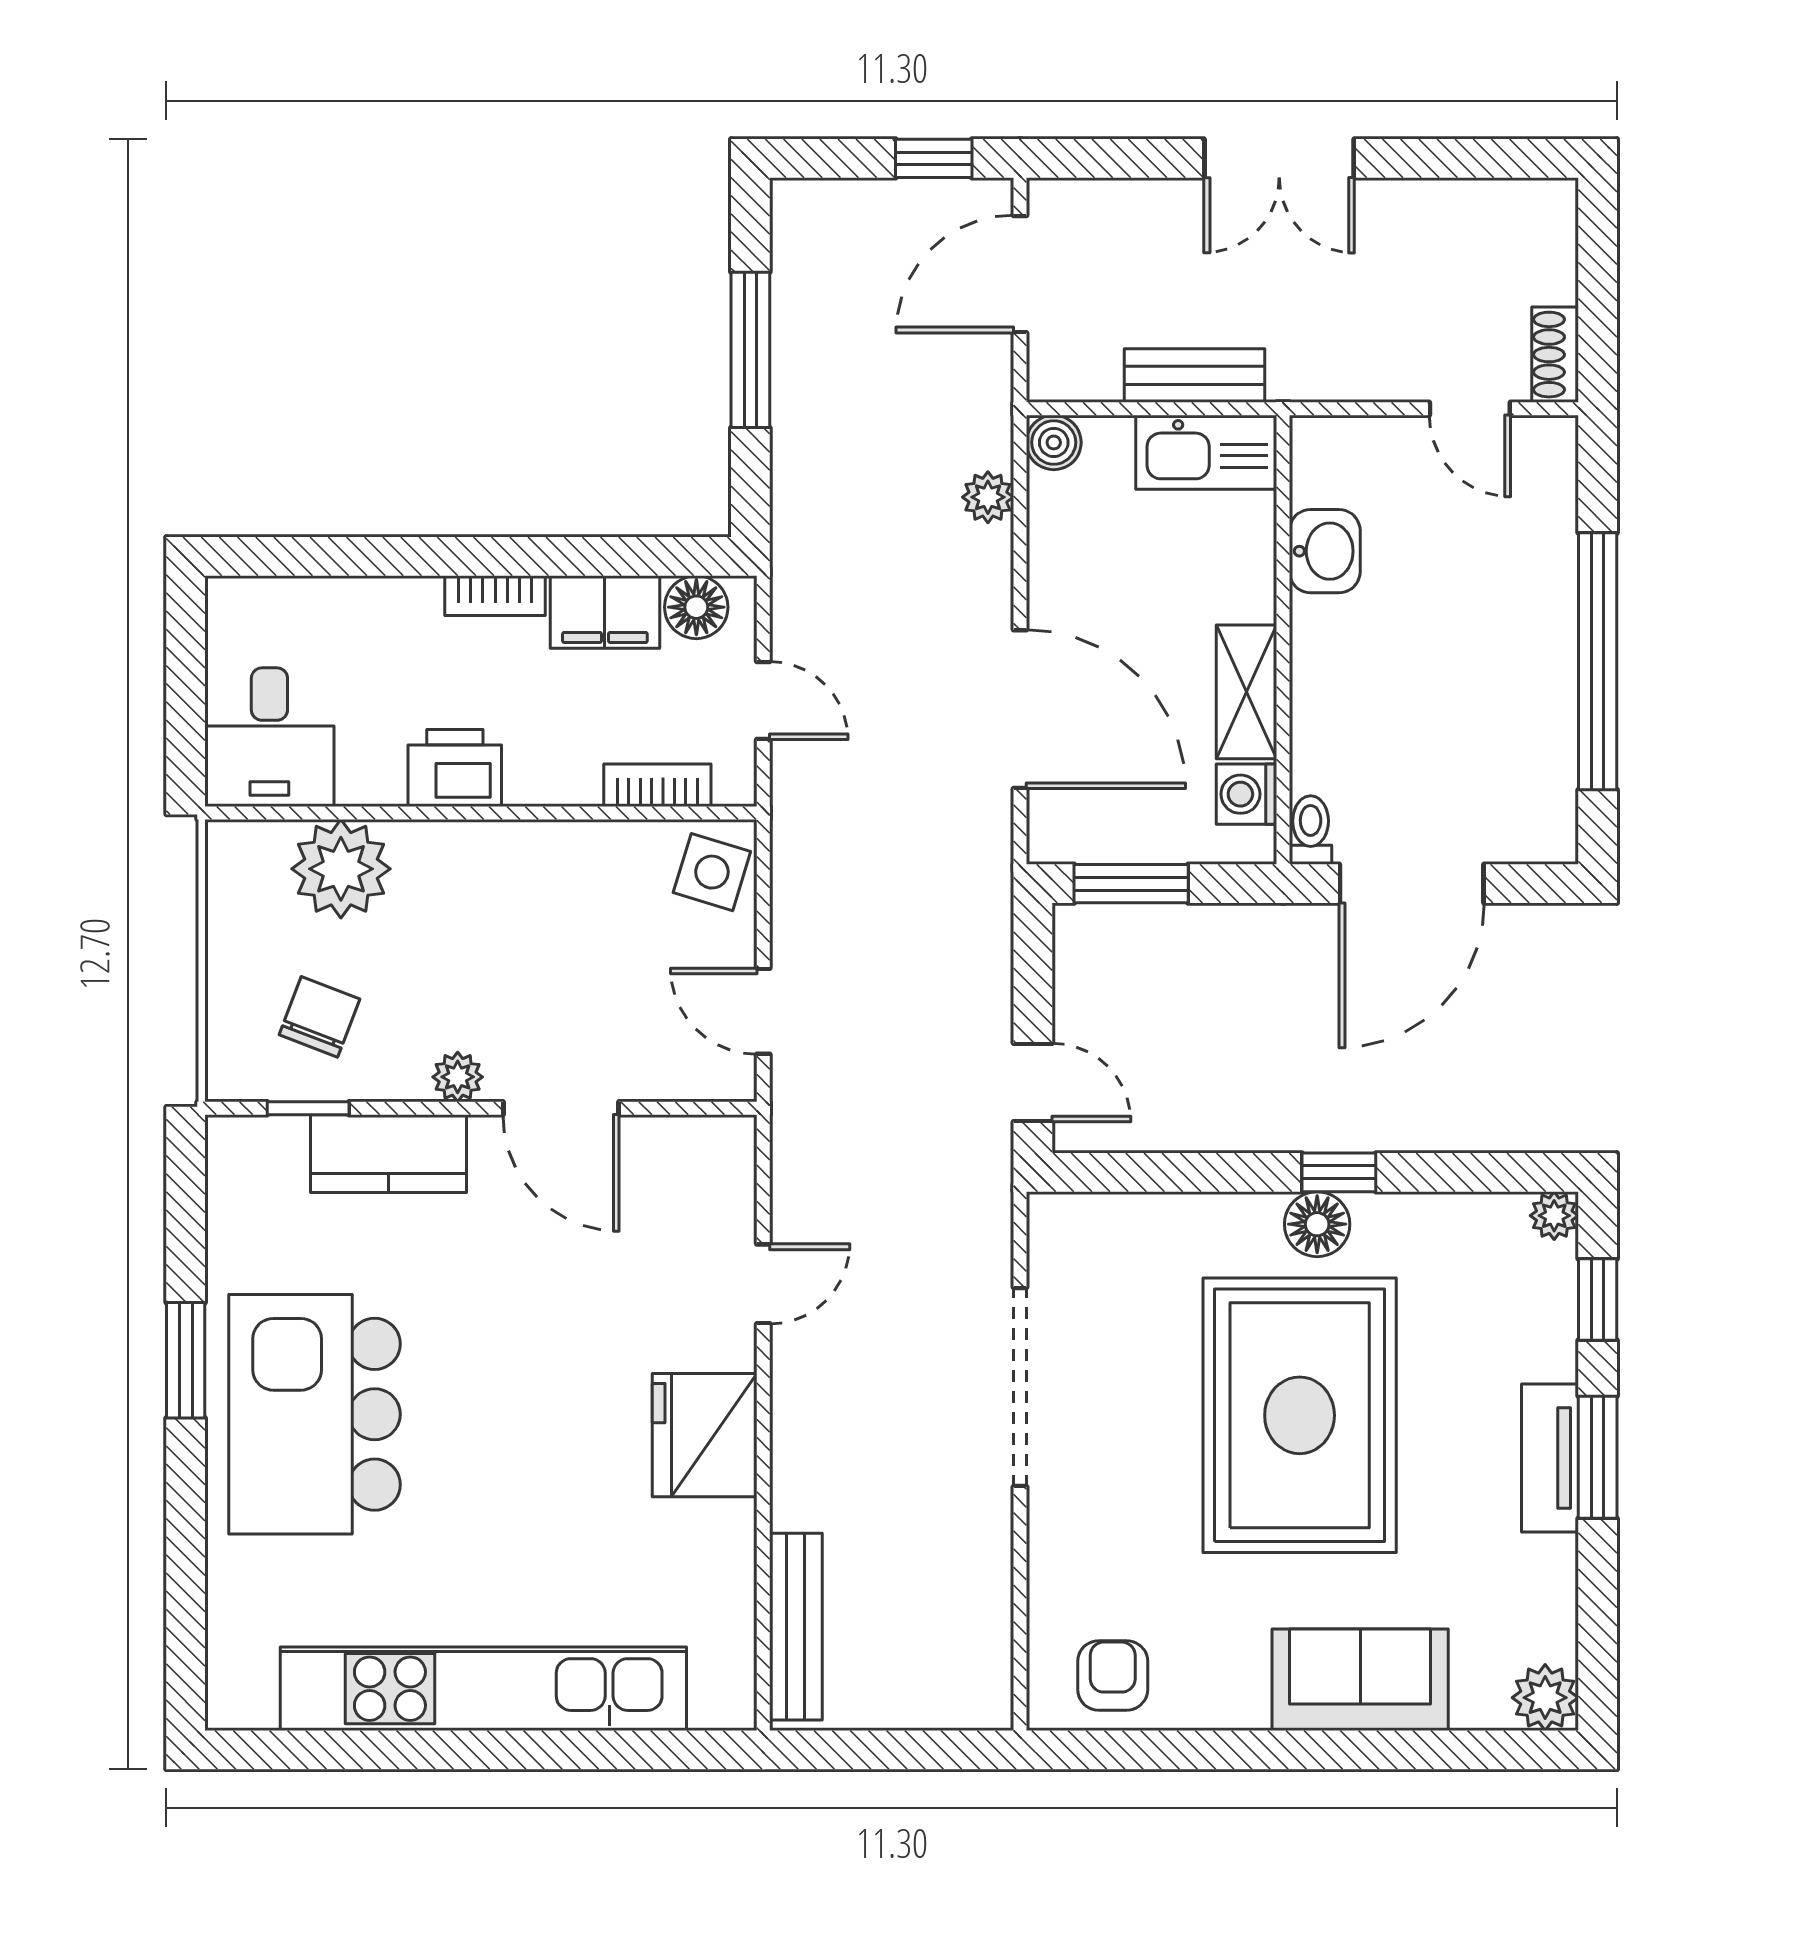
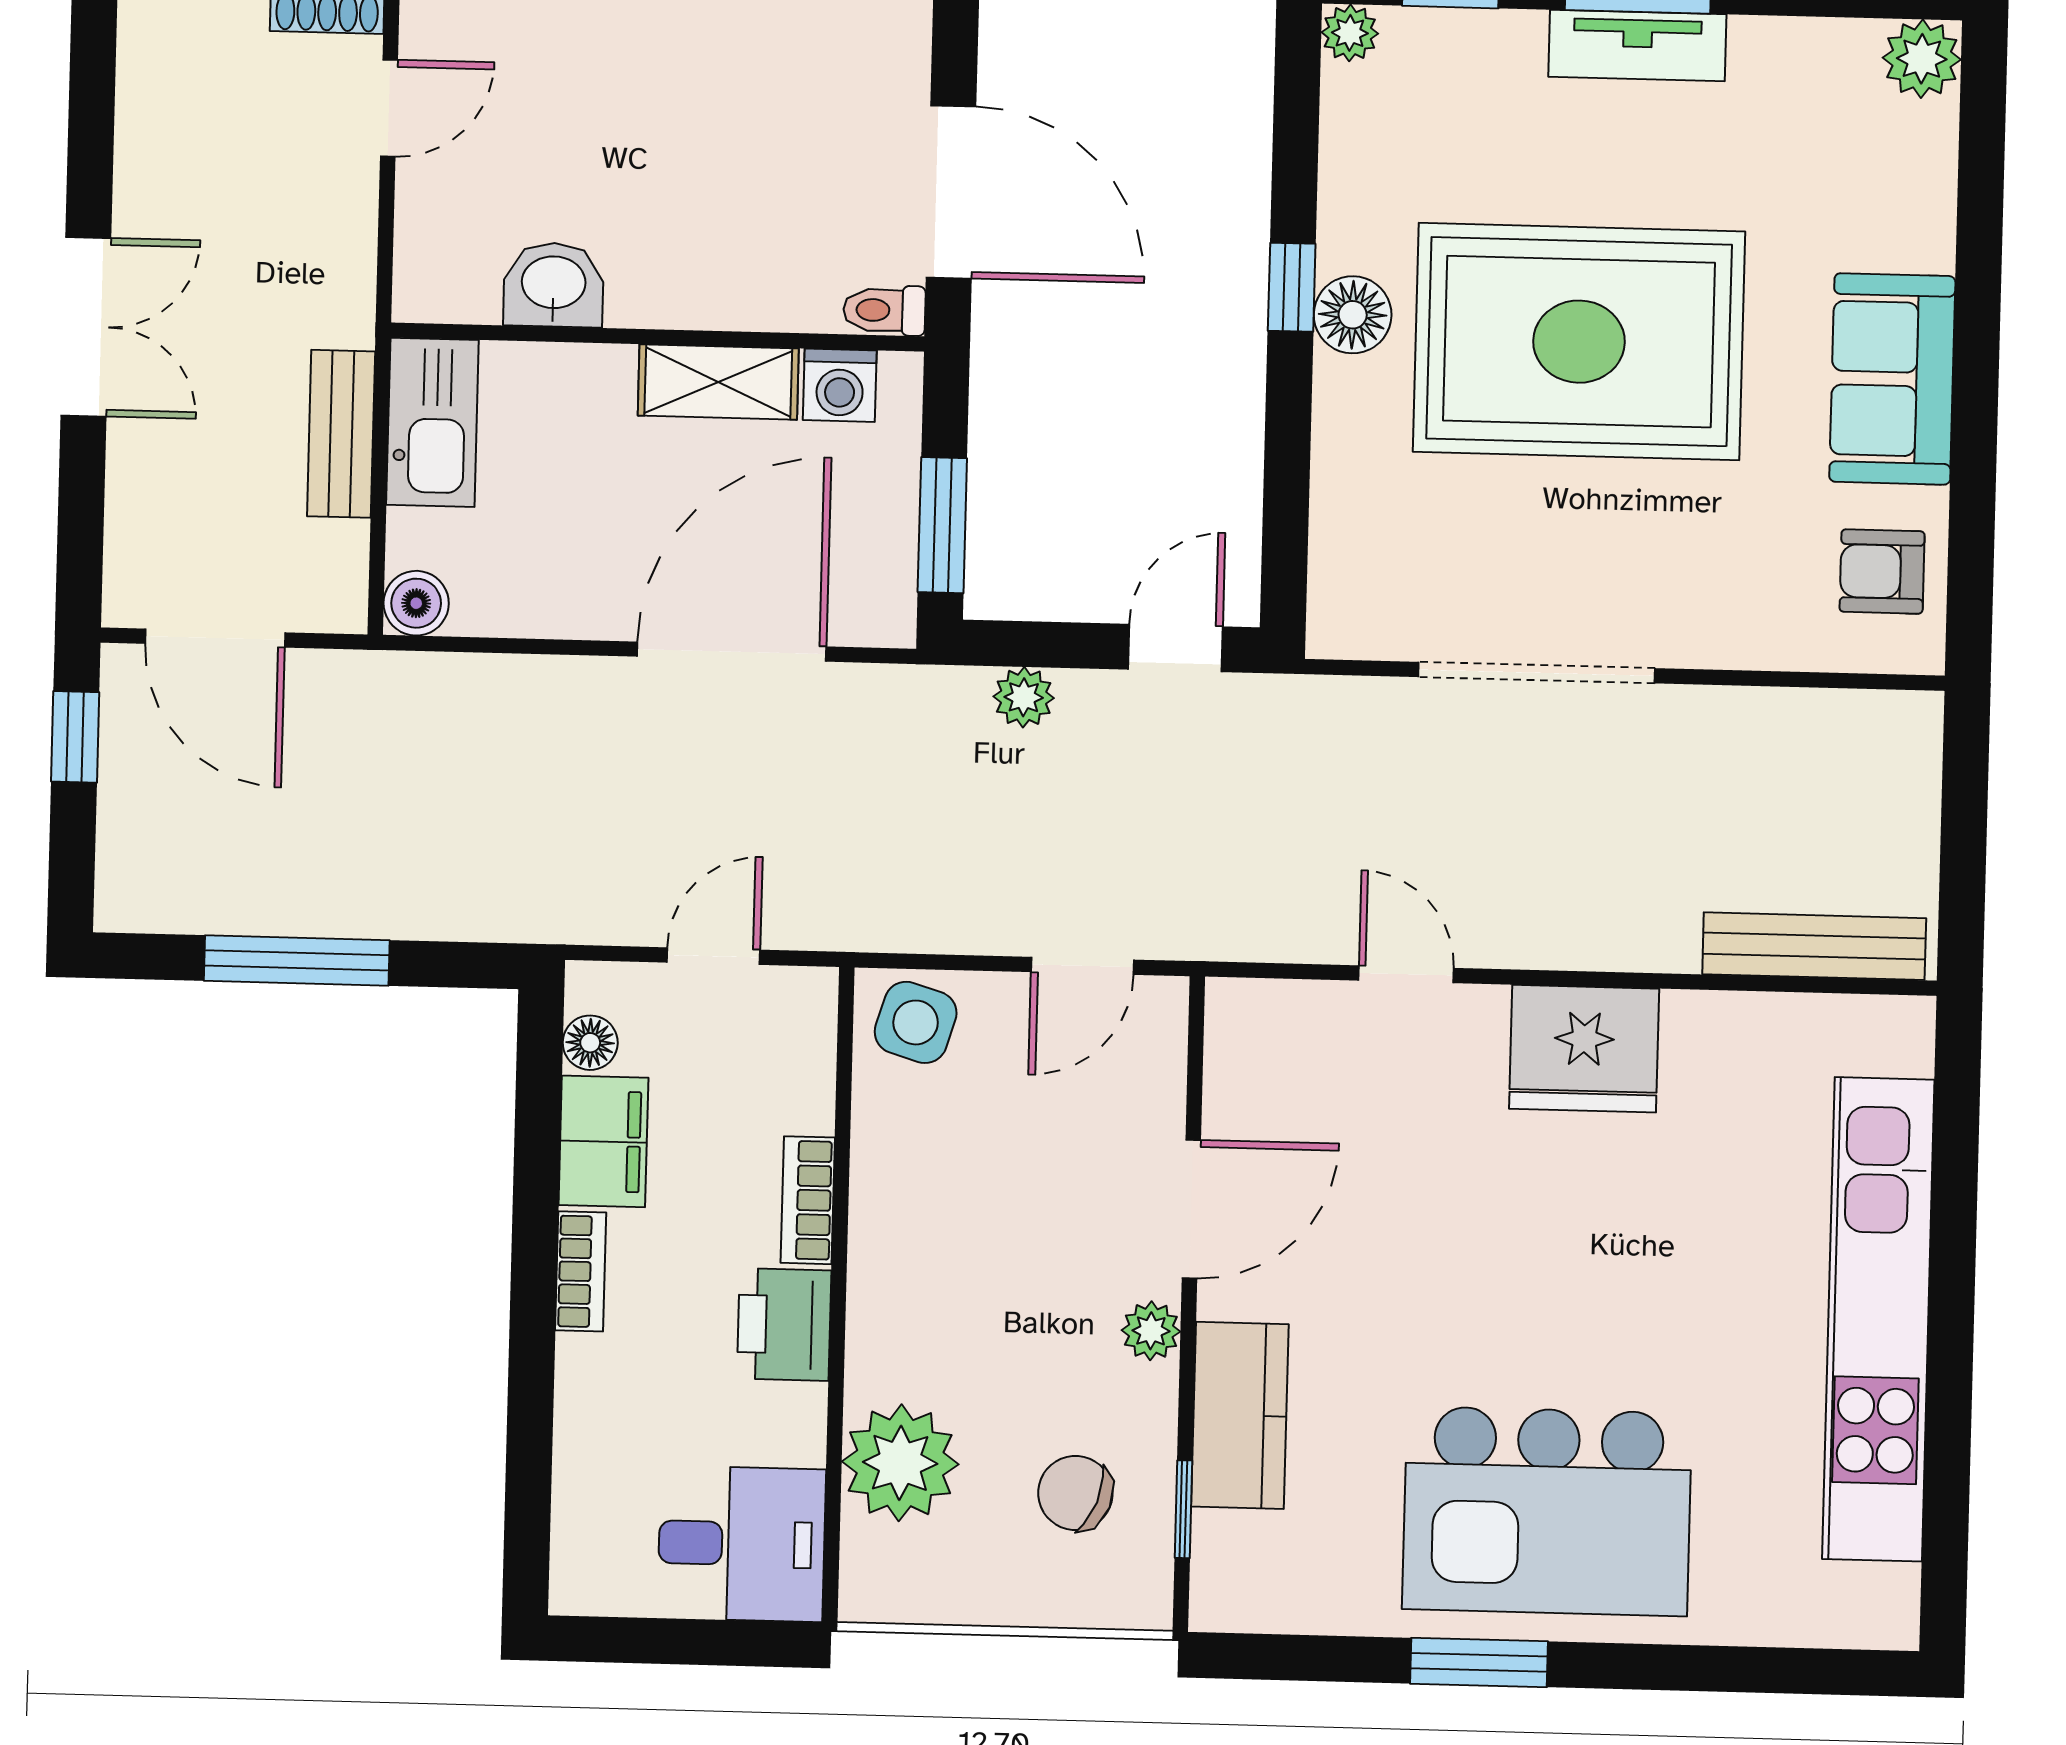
plant: (988, 497) -> (1024, 697), moved
floor lamp: (696, 607) -> (590, 1043), width x0.73, depth x0.73
bookcase: (657, 785) -> (808, 1200), moved
sofa: (1360, 1680) -> (1892, 379), moved

